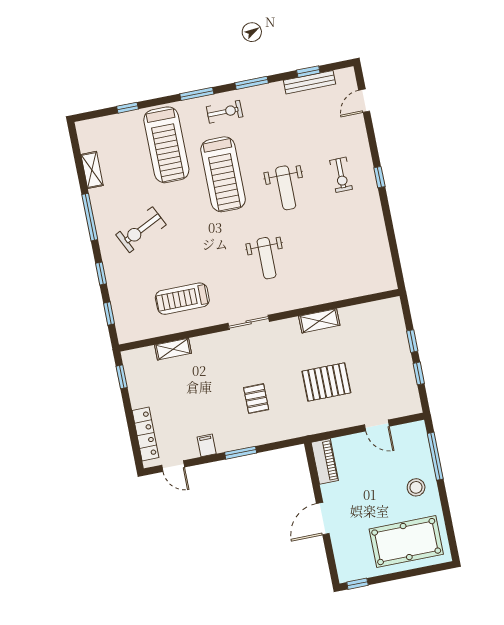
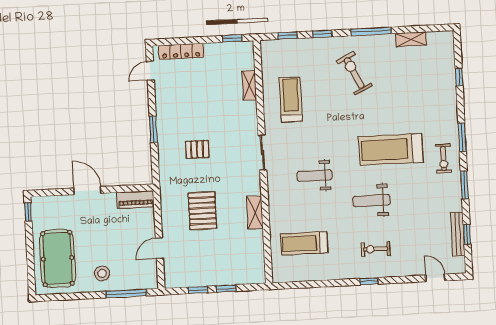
treadmill: (166, 145) -> (304, 243), moved, width x0.73, depth x0.73
filing cabinet: (207, 445) -> (164, 102), removed

